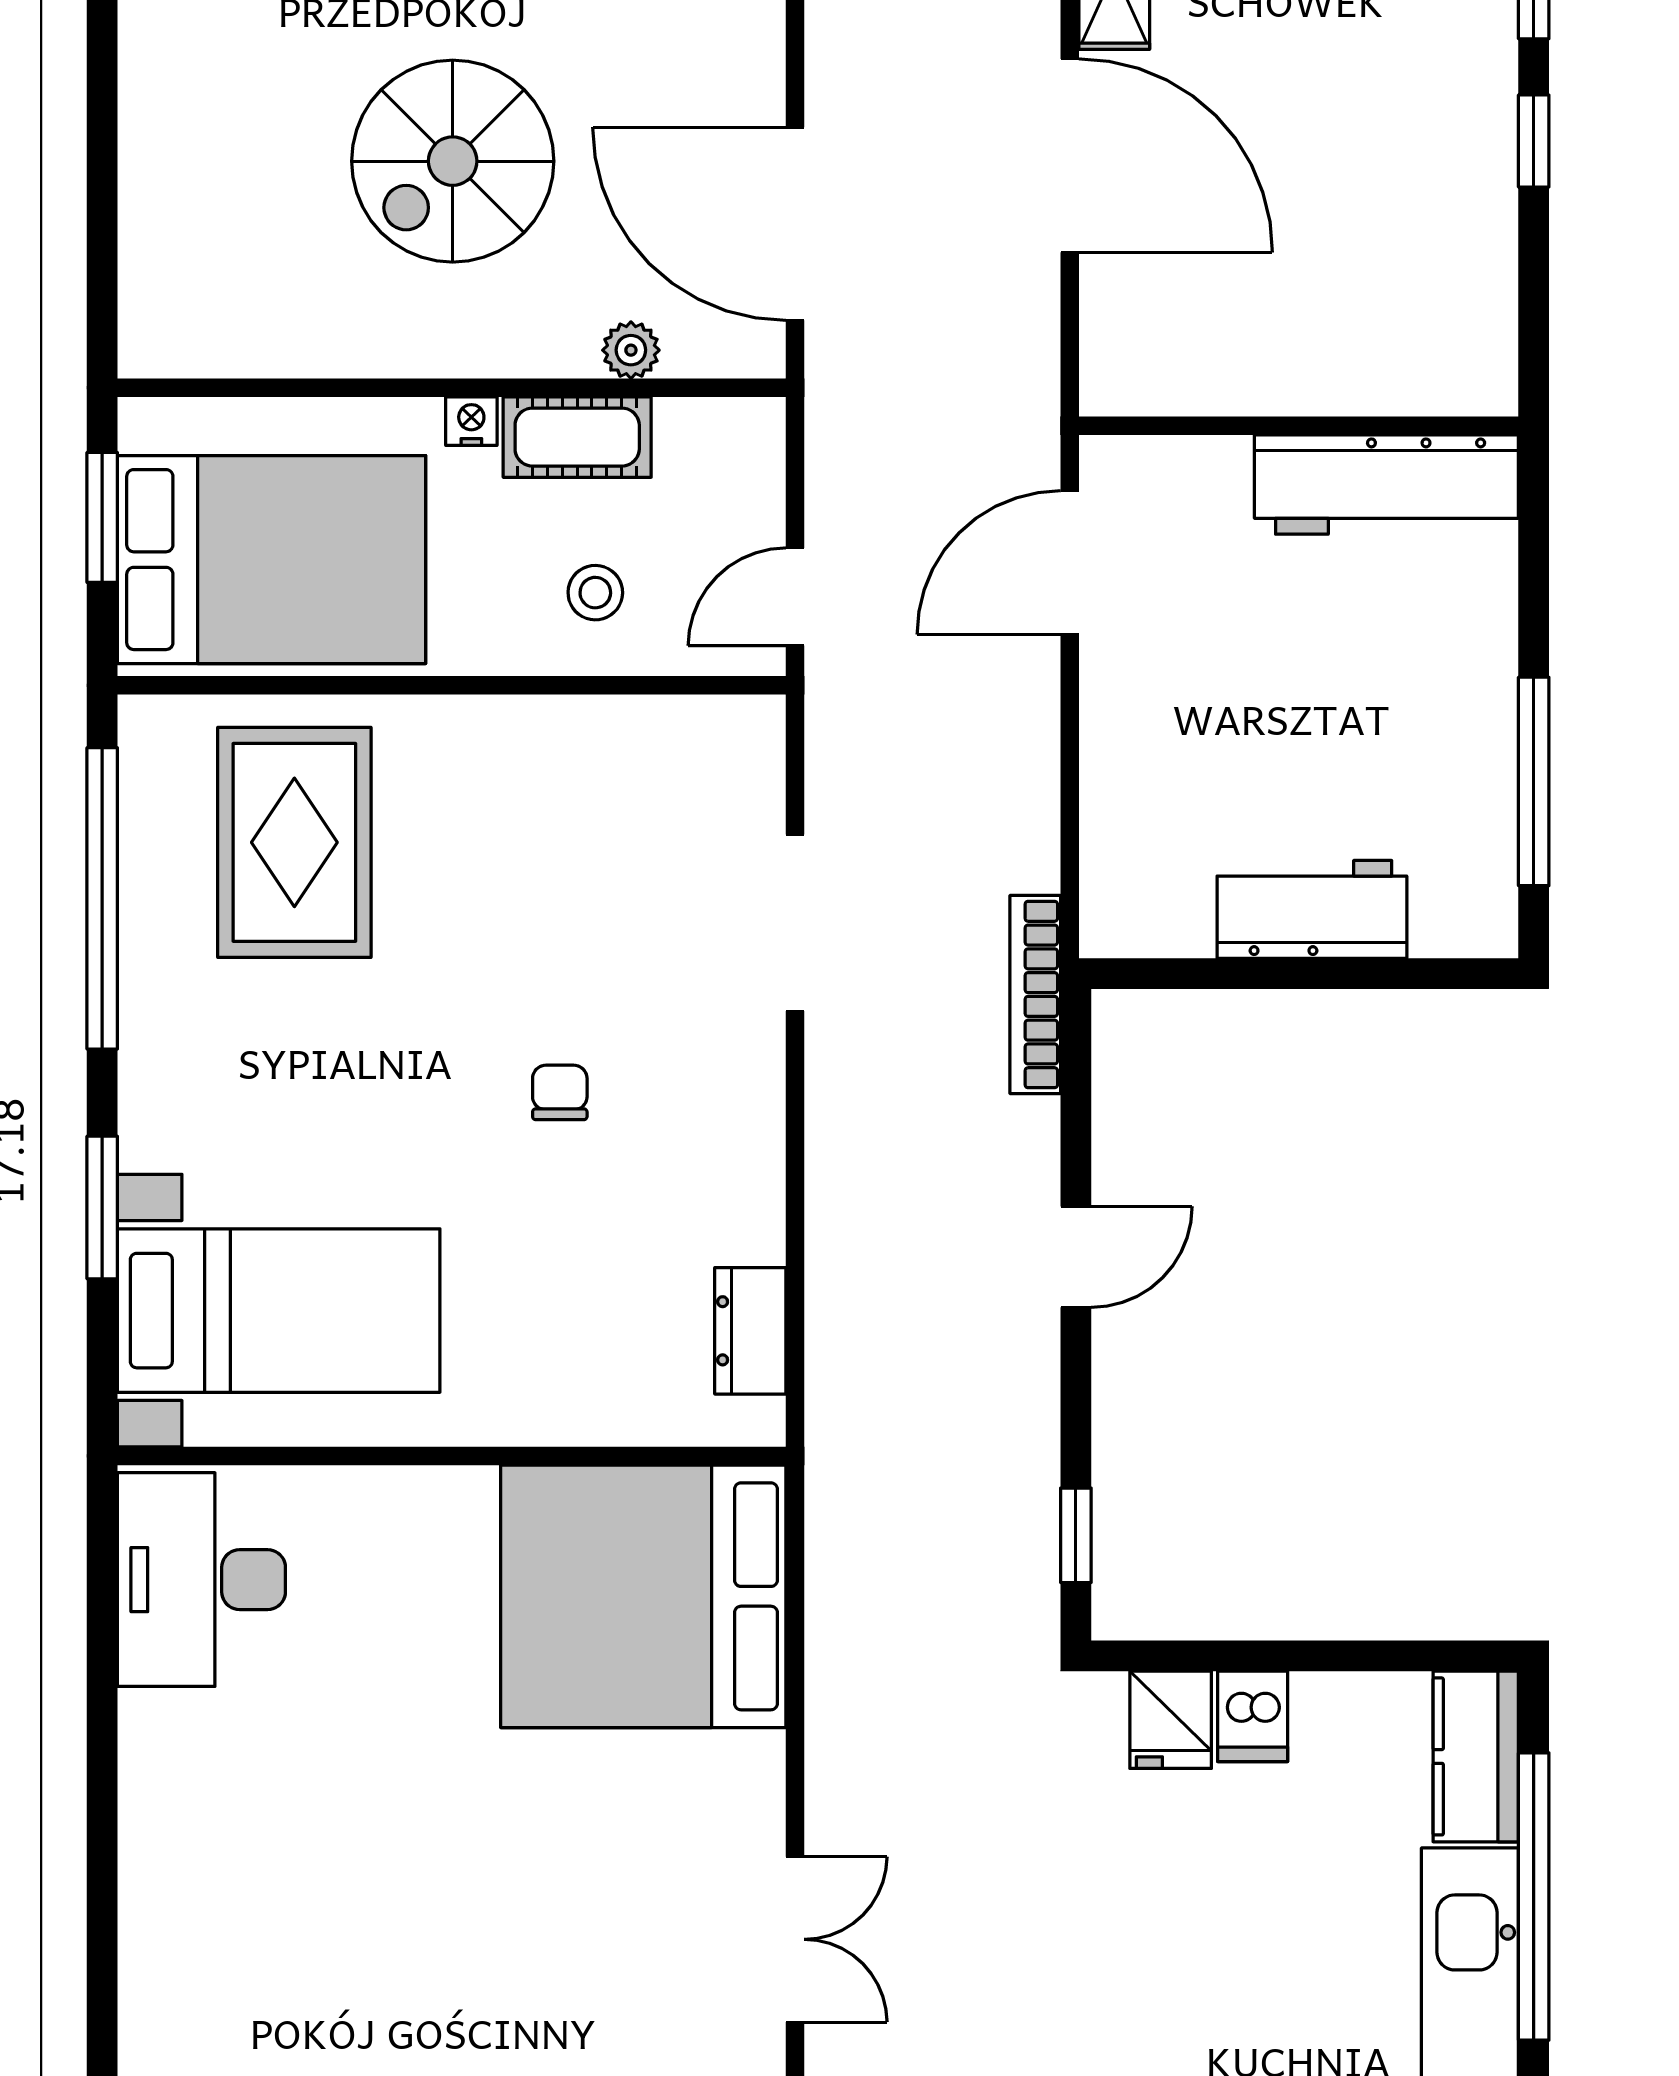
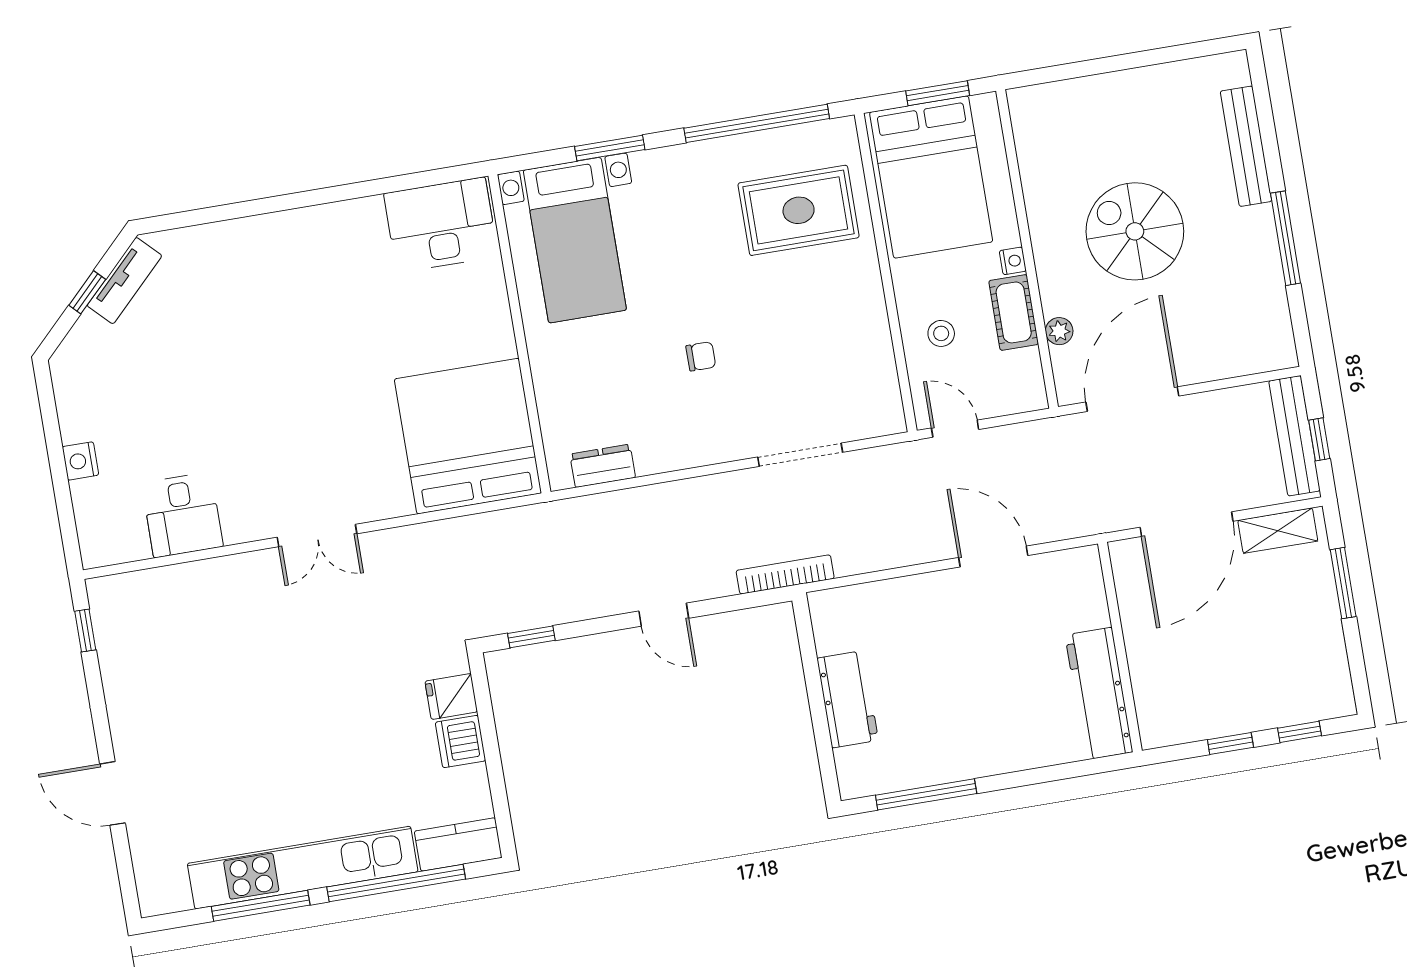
wall: (1299, 426) -> (1120, 647), moved
workbench: (1386, 485) -> (1099, 694), moved
dishwasher: (1253, 1716) -> (460, 741), width x1.38

